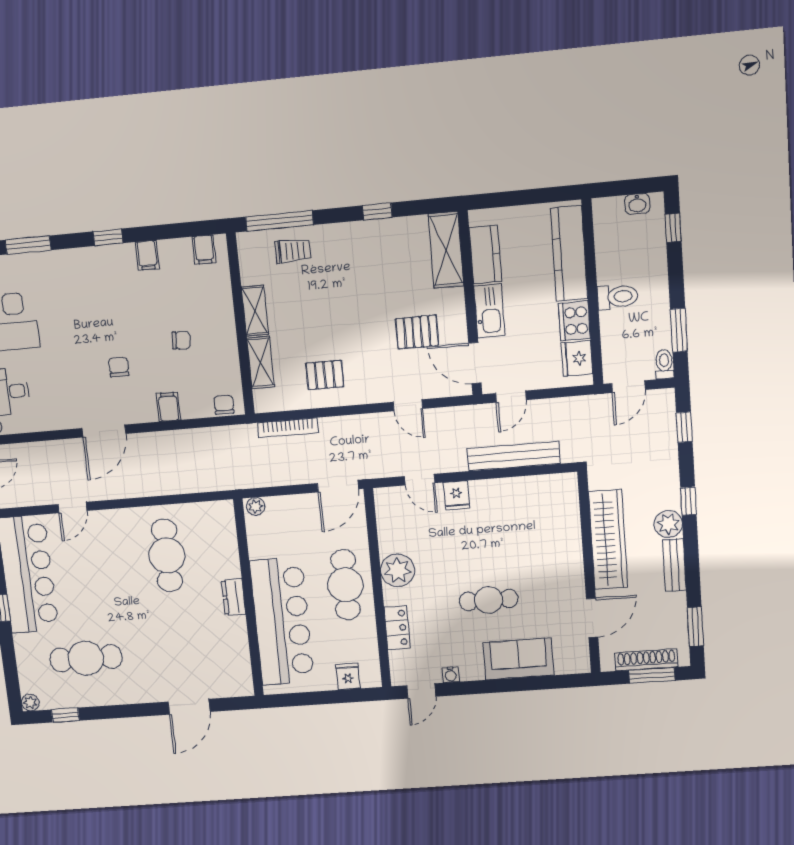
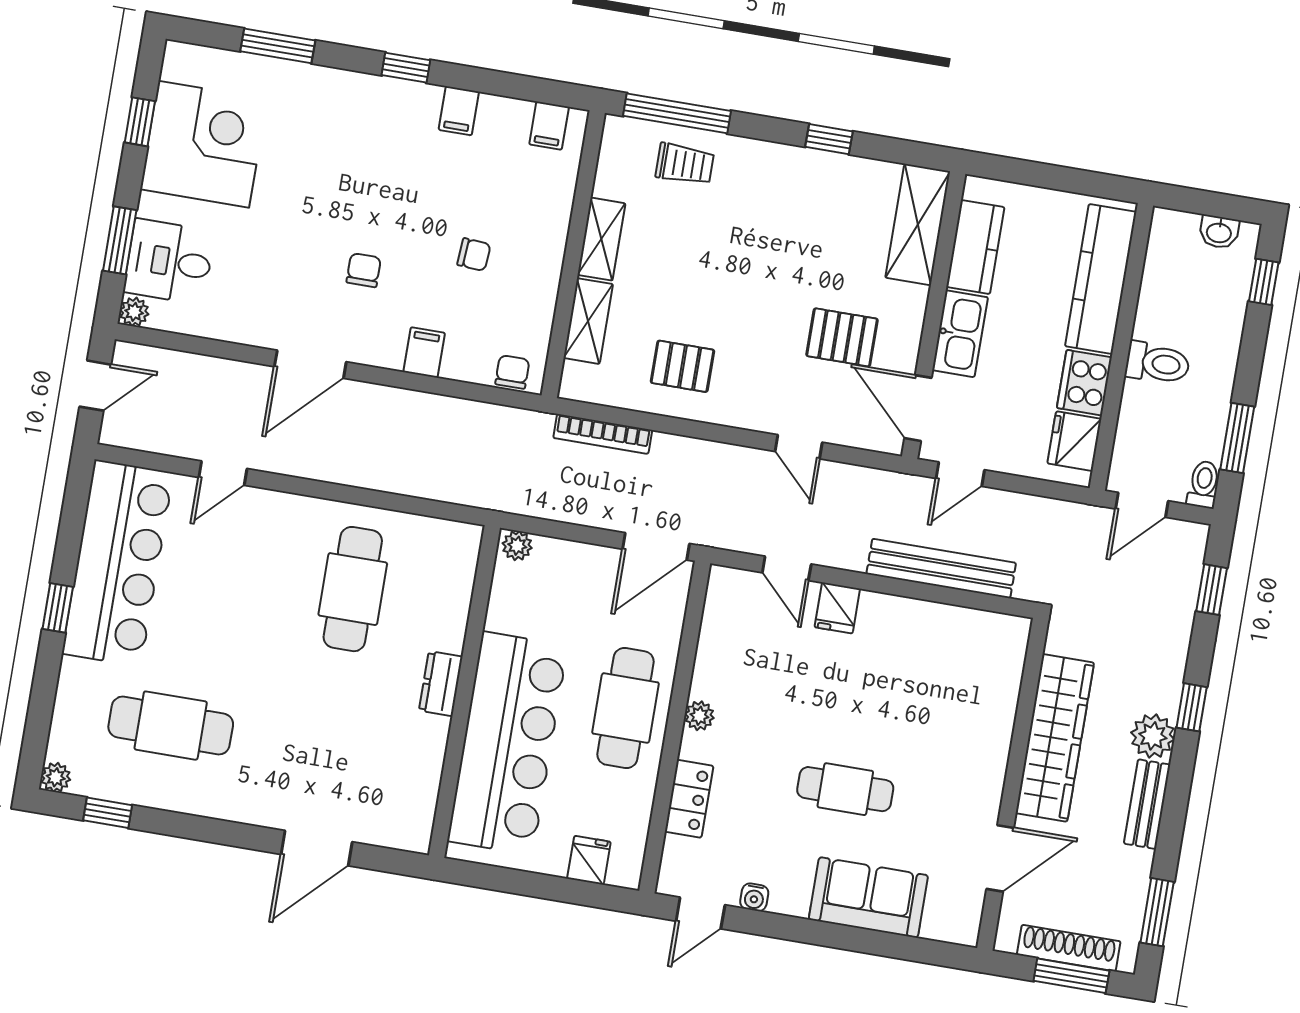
plant: (398, 570) -> (699, 716), width x0.53, depth x0.53

